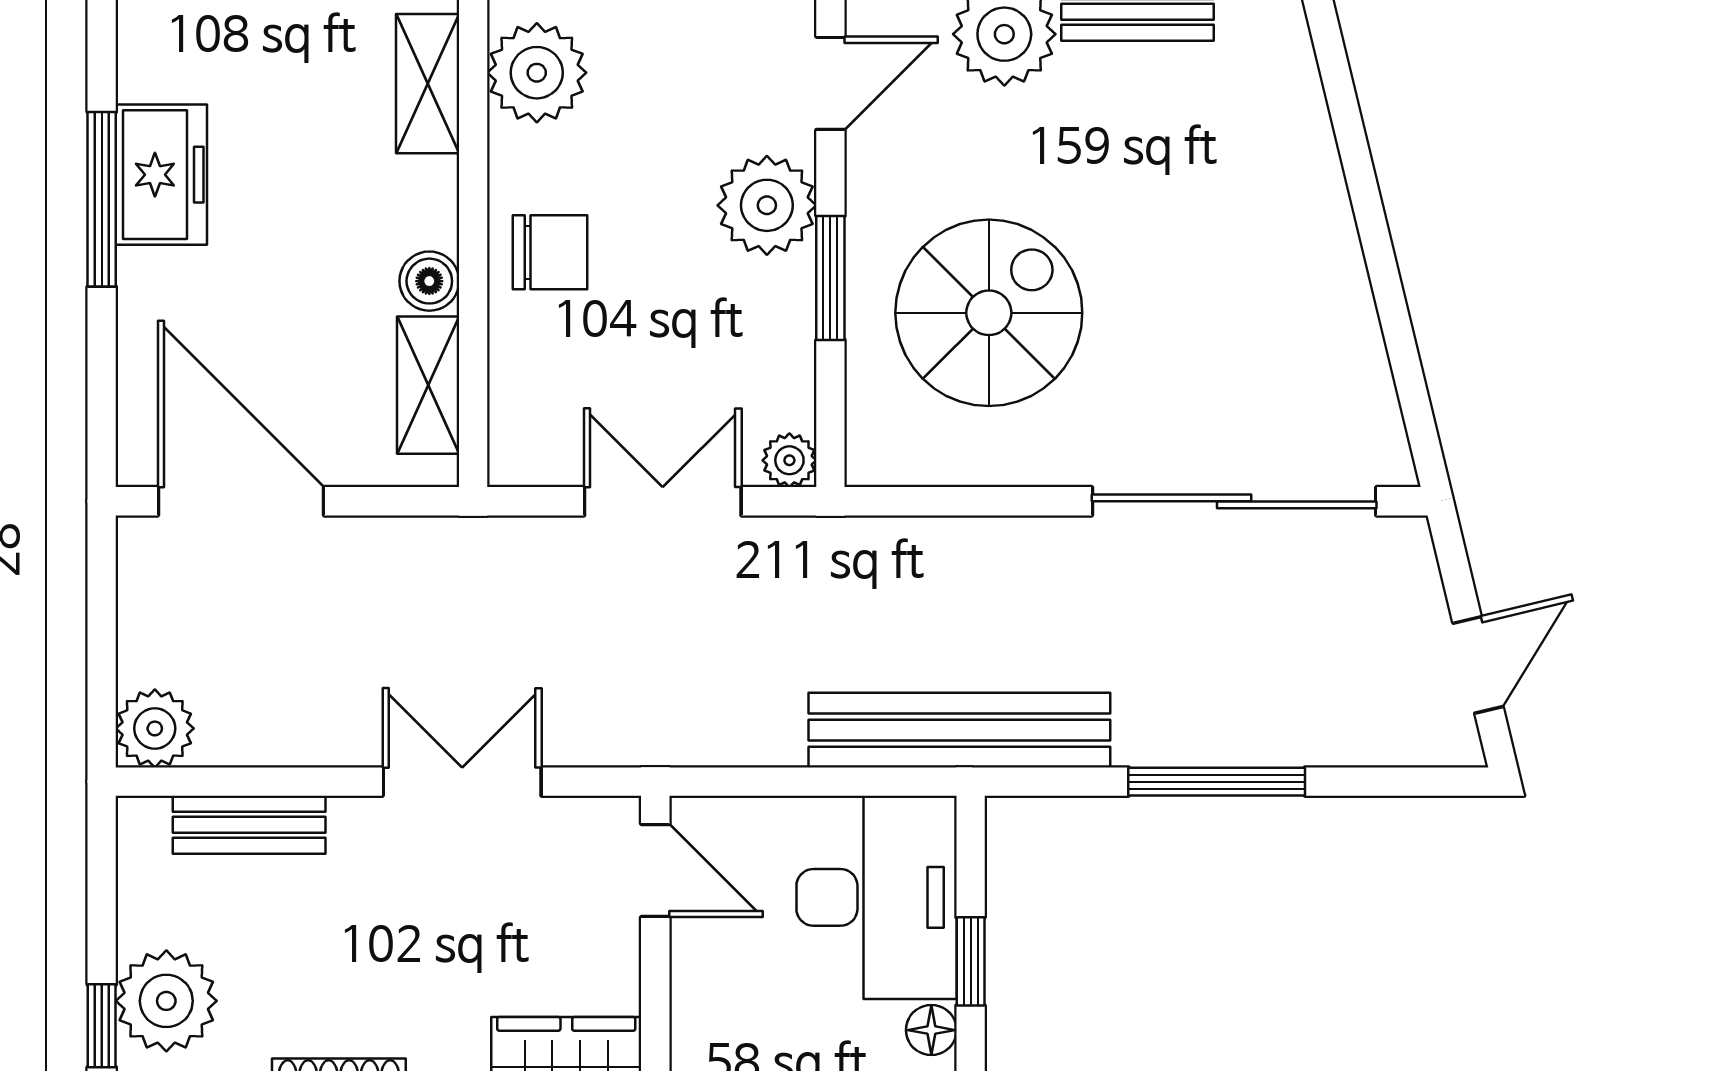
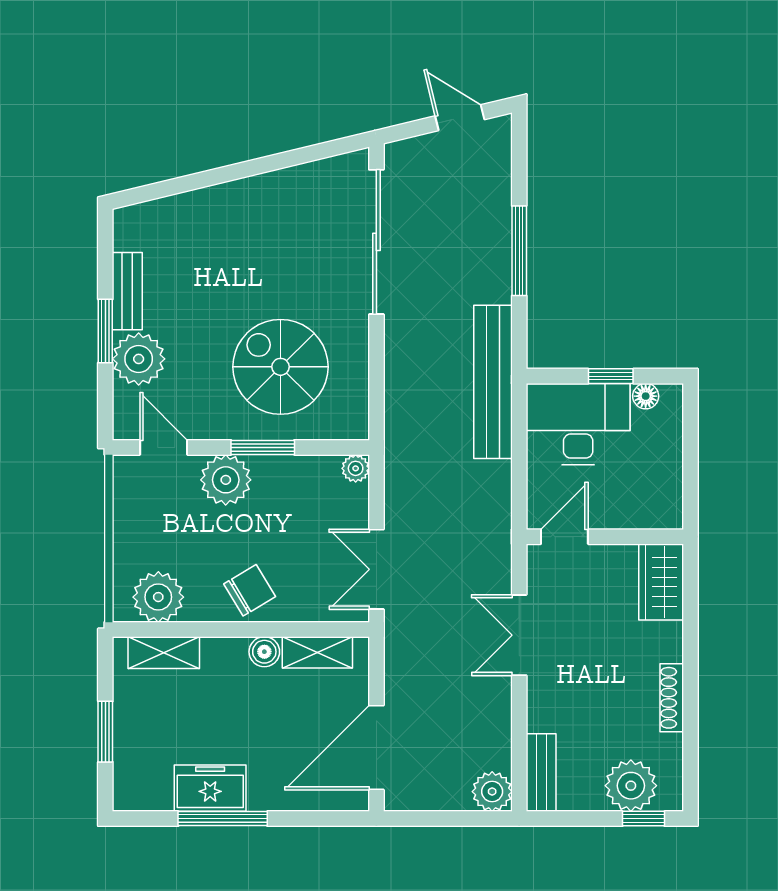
chair: (550, 252) -> (250, 590), turned 59
double door: (663, 501) -> (376, 569), moved
bench: (249, 825) -> (541, 773), moved

